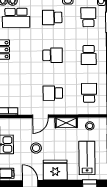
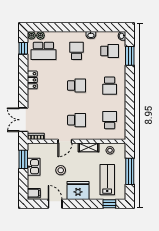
school desk: (52, 17) -> (76, 51), turned 90
school desk: (88, 17) -> (110, 51), turned 90
school desk: (53, 93) -> (76, 120), turned 180

